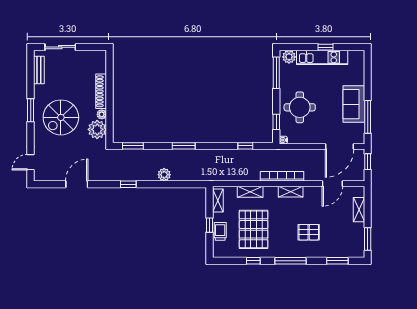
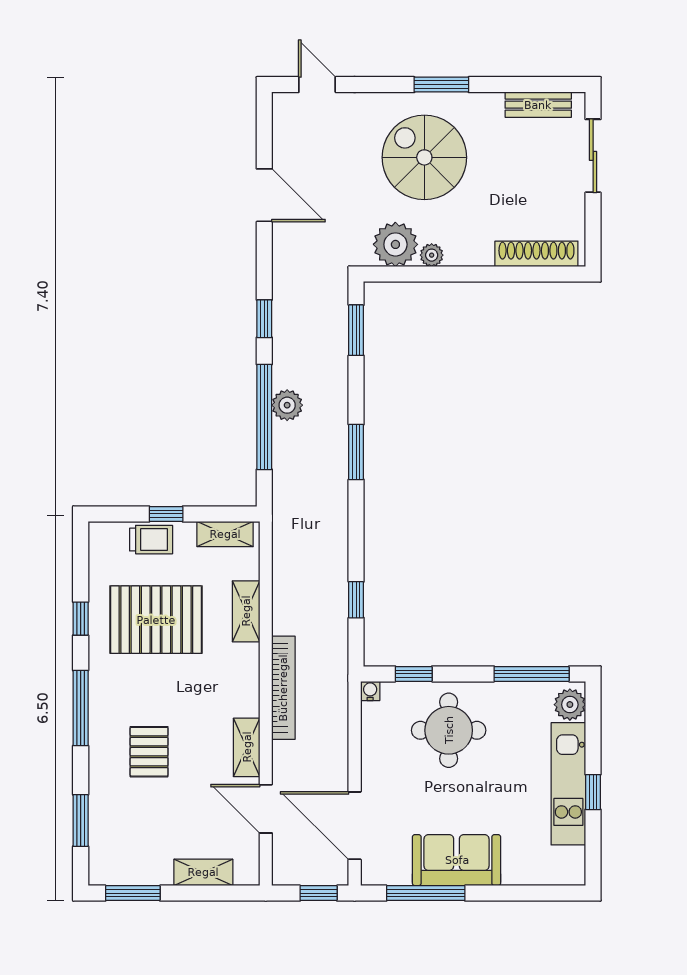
shoe rack: (101, 91) -> (536, 254), moved
window: (169, 184) -> (264, 417), added
shelving: (291, 192) -> (247, 747), moved

